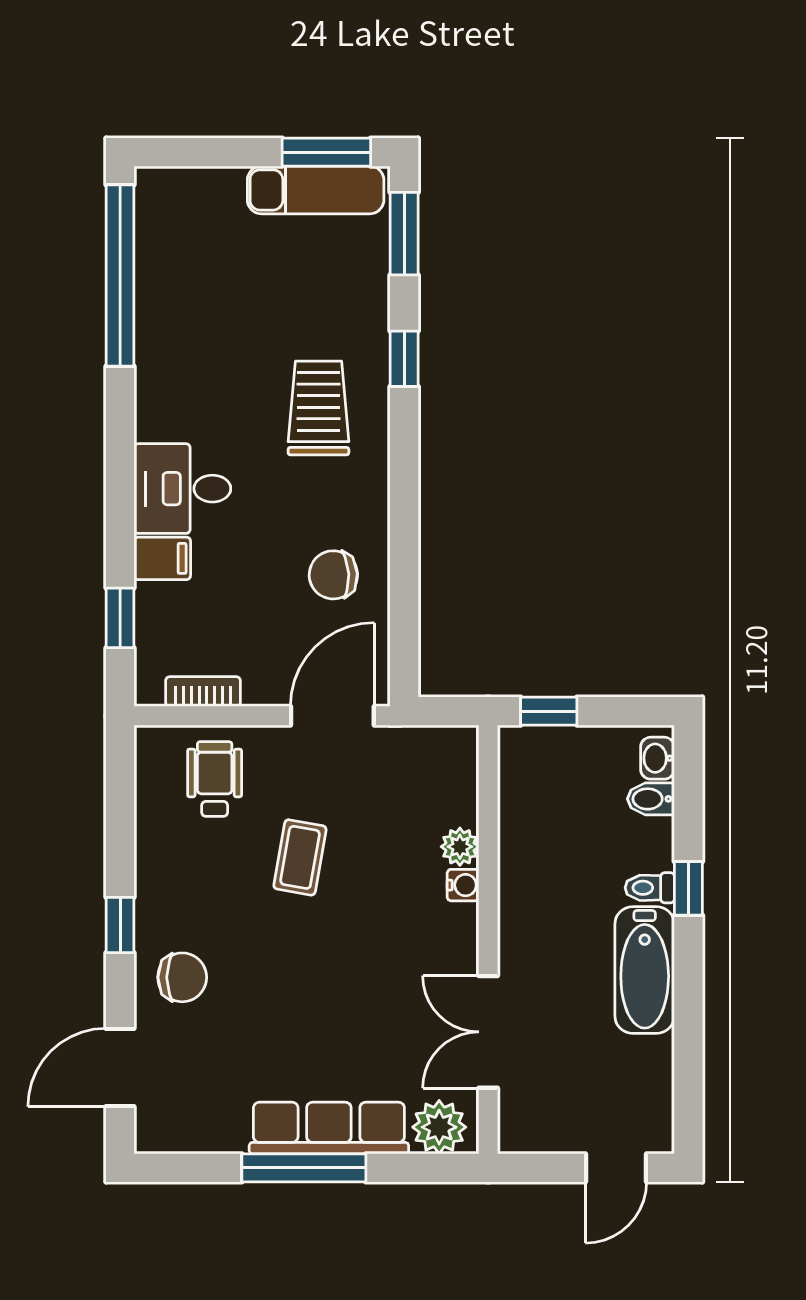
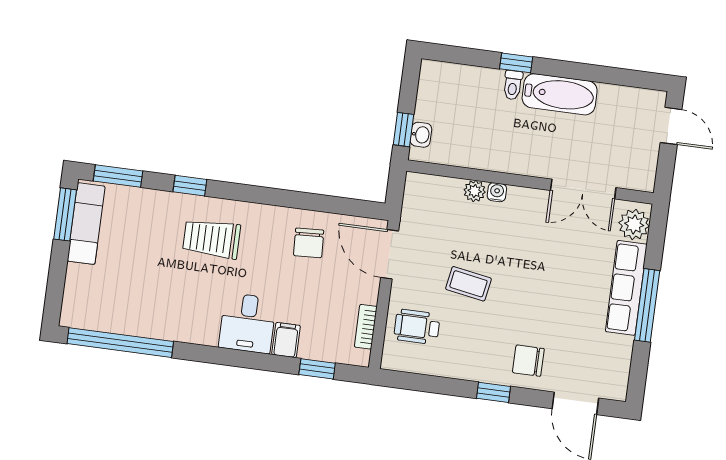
washbasin: (657, 758) -> (421, 135), moved, turned -90
bidet: (651, 799) -> (462, 78), removed
chair: (182, 977) -> (528, 361), turned -90

